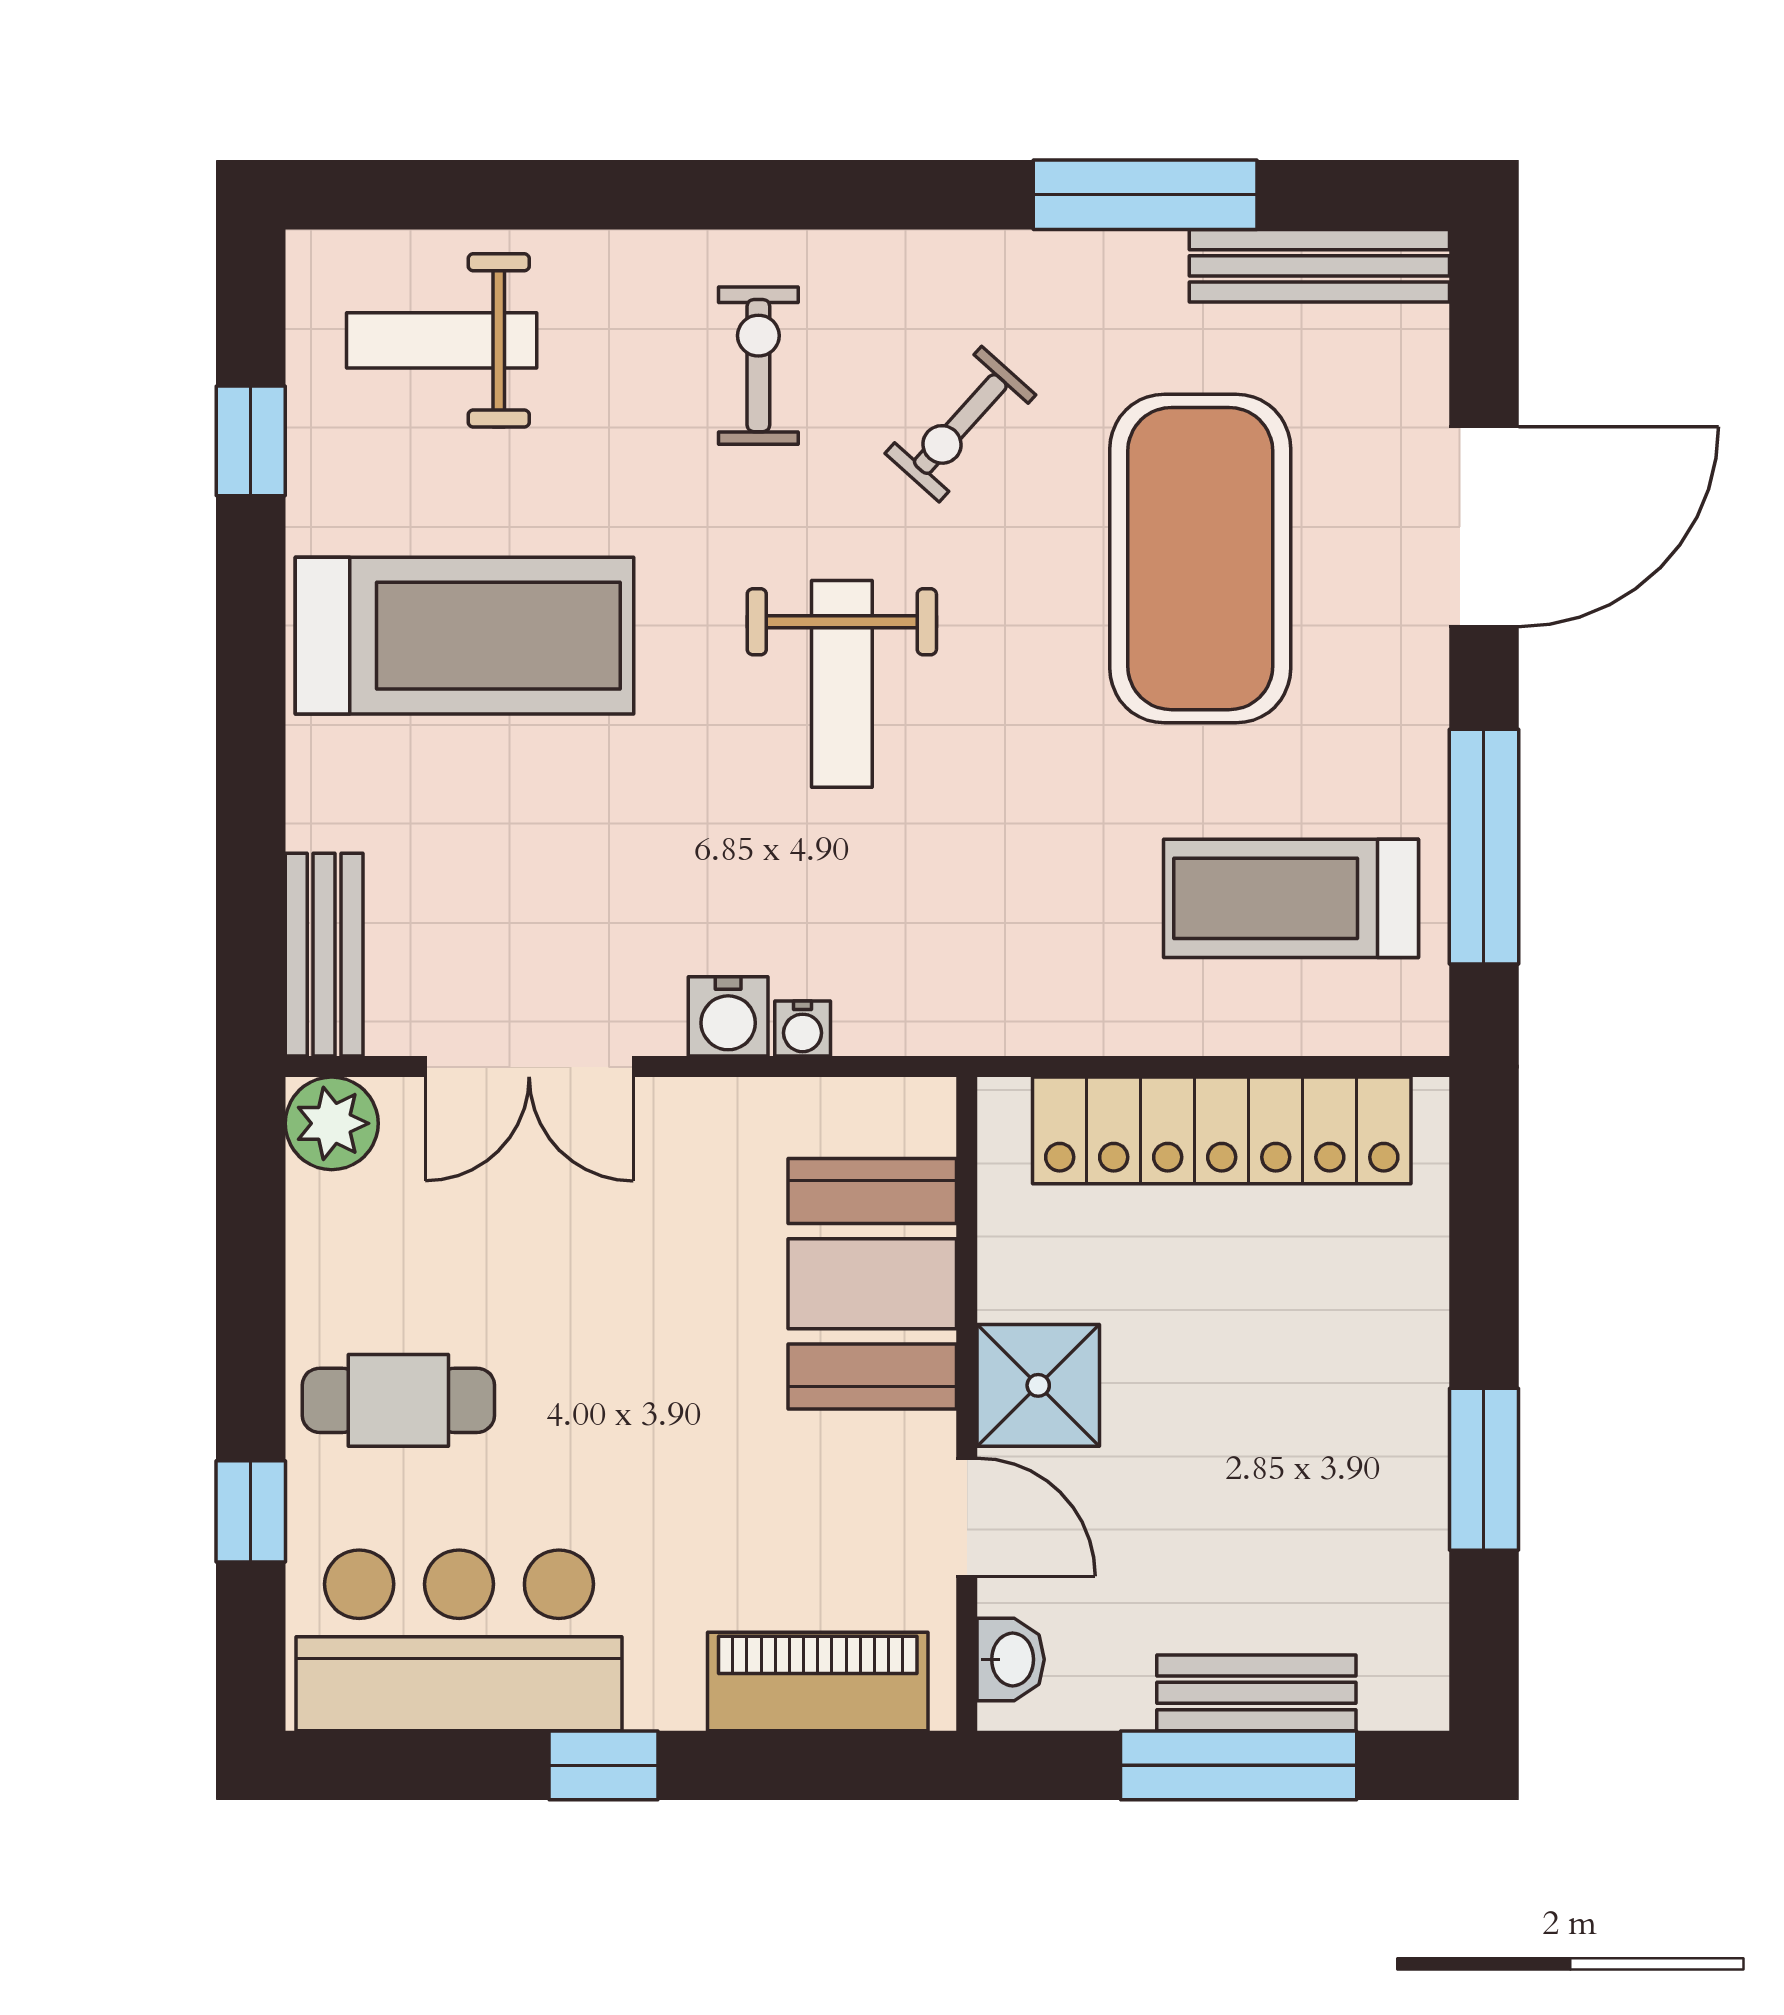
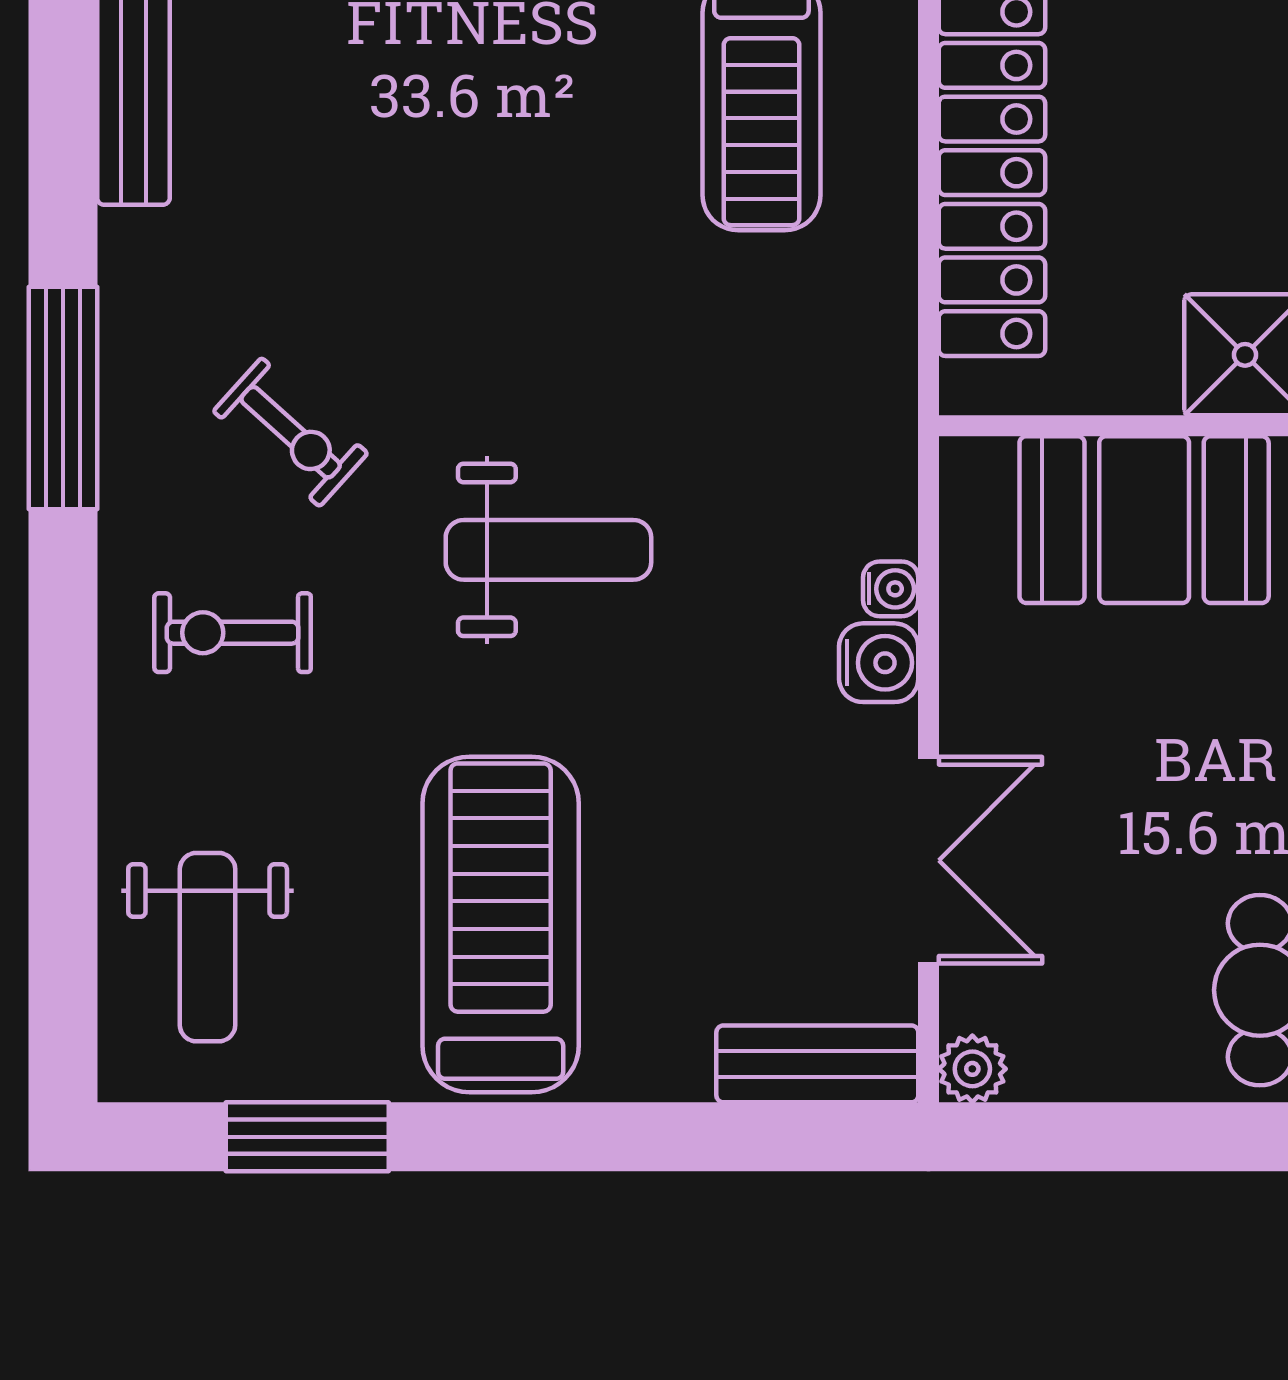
window: (1145, 195) -> (63, 398), moved
window: (251, 441) -> (307, 1137), width x1.50
exercise mat: (1200, 559) -> (424, 194), removed
plant: (332, 1123) -> (972, 1069), width x0.73, depth x0.73

